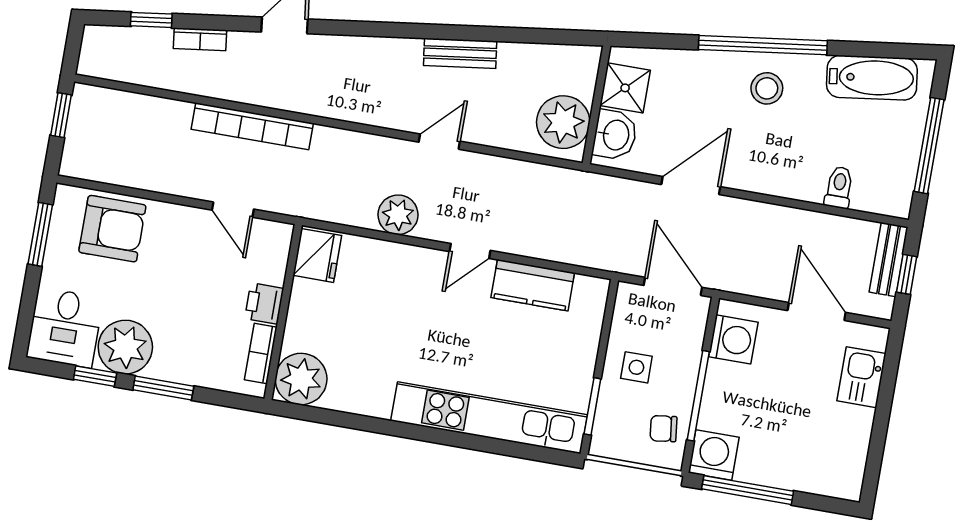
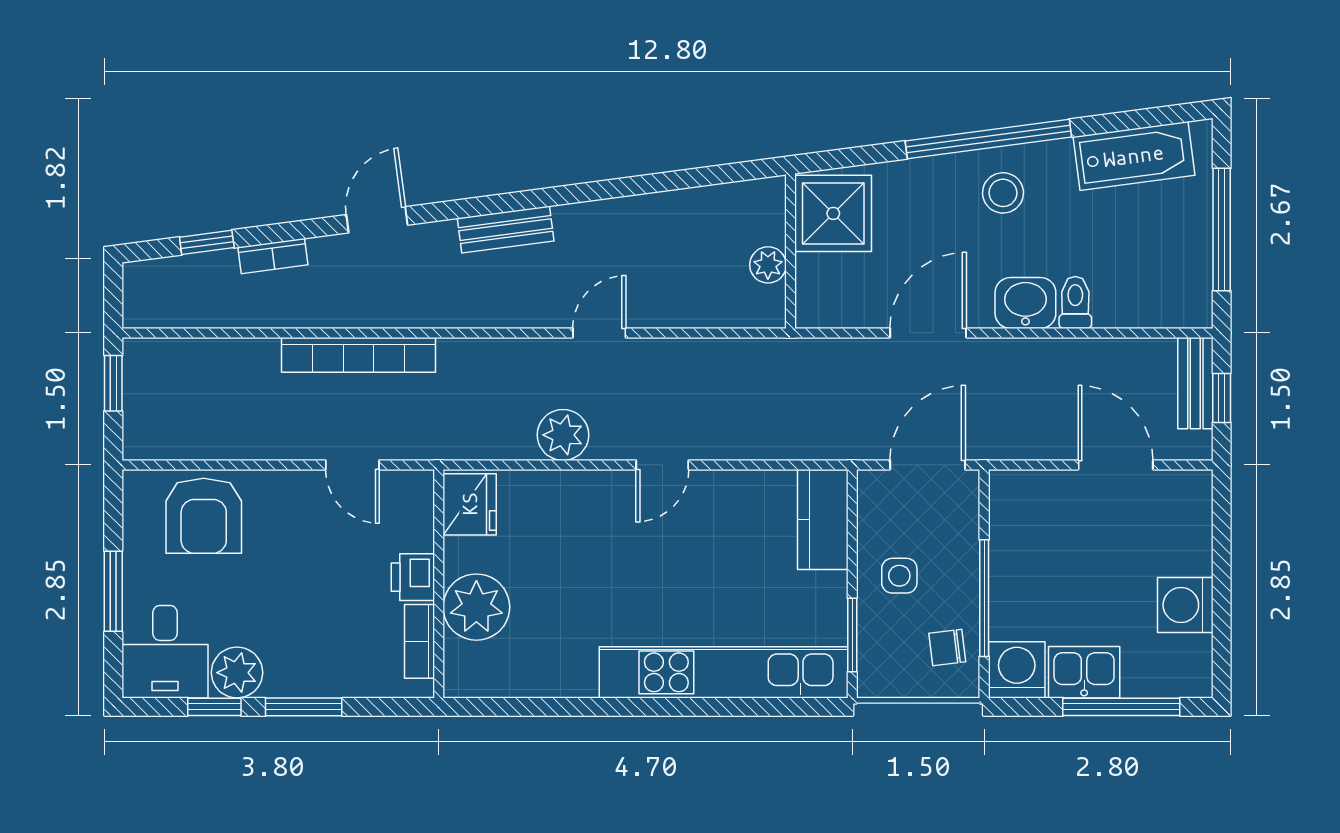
bench: (460, 53) -> (506, 230), moved
shower: (625, 88) -> (833, 213), width x1.36, depth x1.36
plant: (563, 122) -> (768, 265), width x0.53, depth x0.53
washbasin: (615, 135) -> (1025, 303), moved, turned -90
toilet: (839, 187) -> (1075, 302), moved
armchair: (112, 229) -> (204, 516), turned 90
window: (40, 234) -> (113, 591), moved
kitchen counter: (533, 285) -> (823, 520), moved, turned 90
door: (673, 286) -> (928, 465), hinge flipped
washing machine: (733, 339) -> (1185, 605), moved, turned 180
plant: (125, 347) -> (237, 673), width x0.73, depth x0.73
kitchen sink: (861, 377) -> (1084, 672), moved, turned 90
plant: (301, 379) -> (476, 607), moved
window: (748, 490) -> (1121, 707), moved

